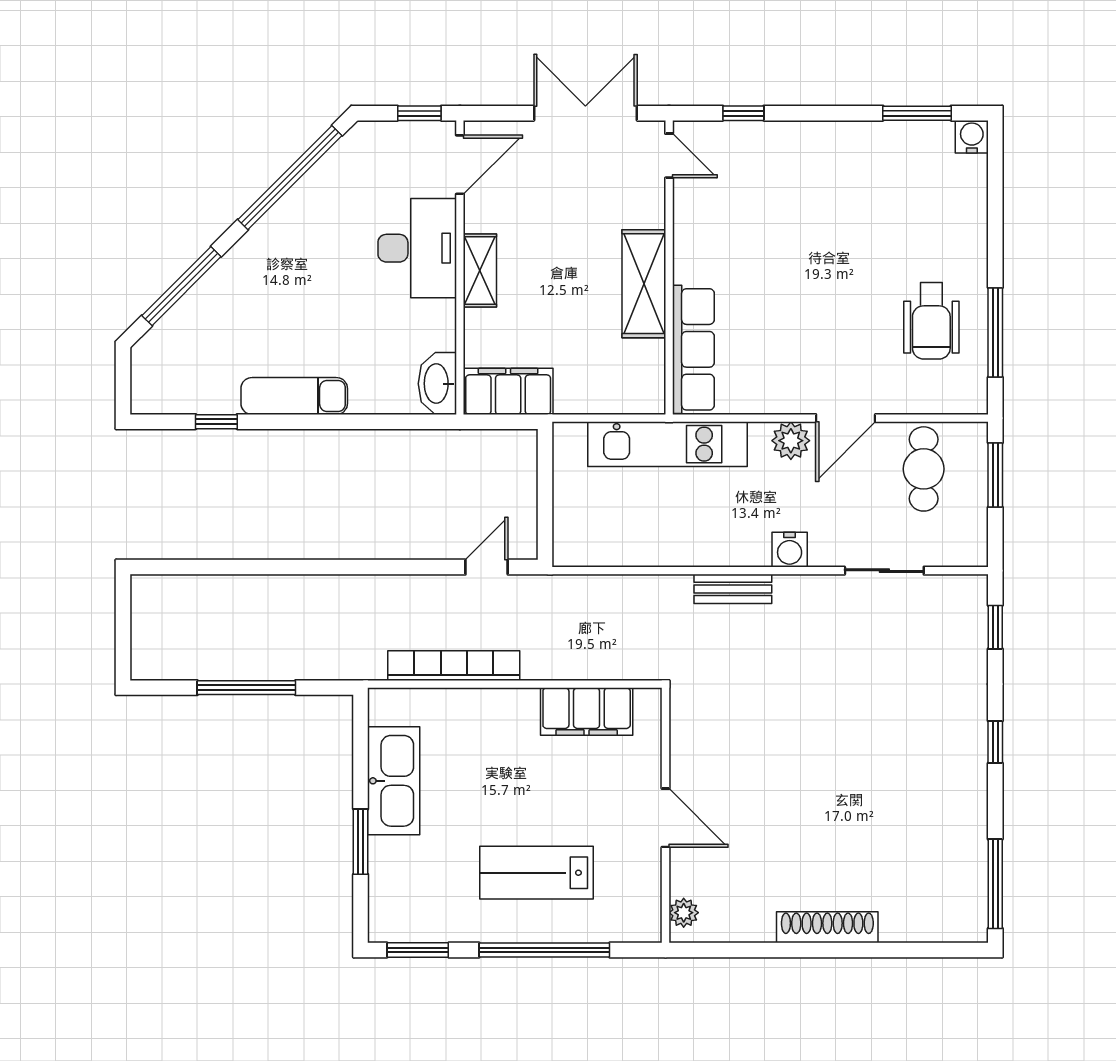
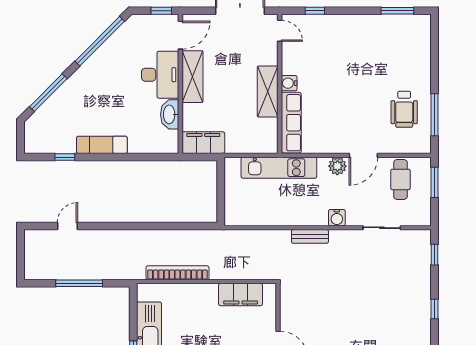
water cooler: (972, 137) -> (289, 83), moved, turned -90
shelving: (480, 270) -> (192, 77), width x1.50, depth x1.33
washbasin: (437, 384) -> (170, 114), moved
door: (487, 567) -> (67, 226), moved

